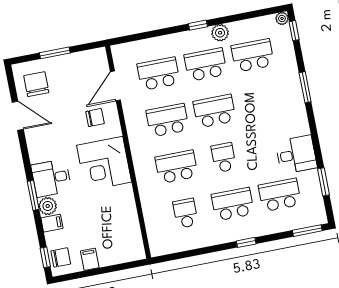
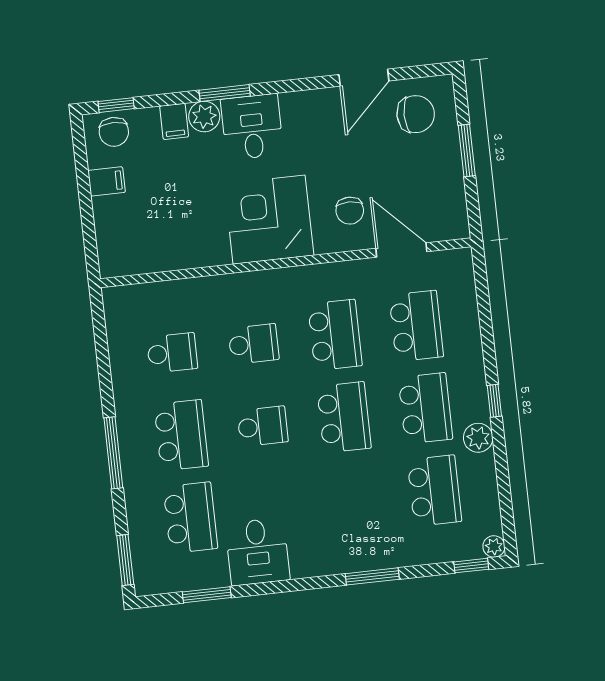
school desk: (177, 167) -> (254, 344), width x0.54
window: (246, 242) -> (113, 453), width x2.17

